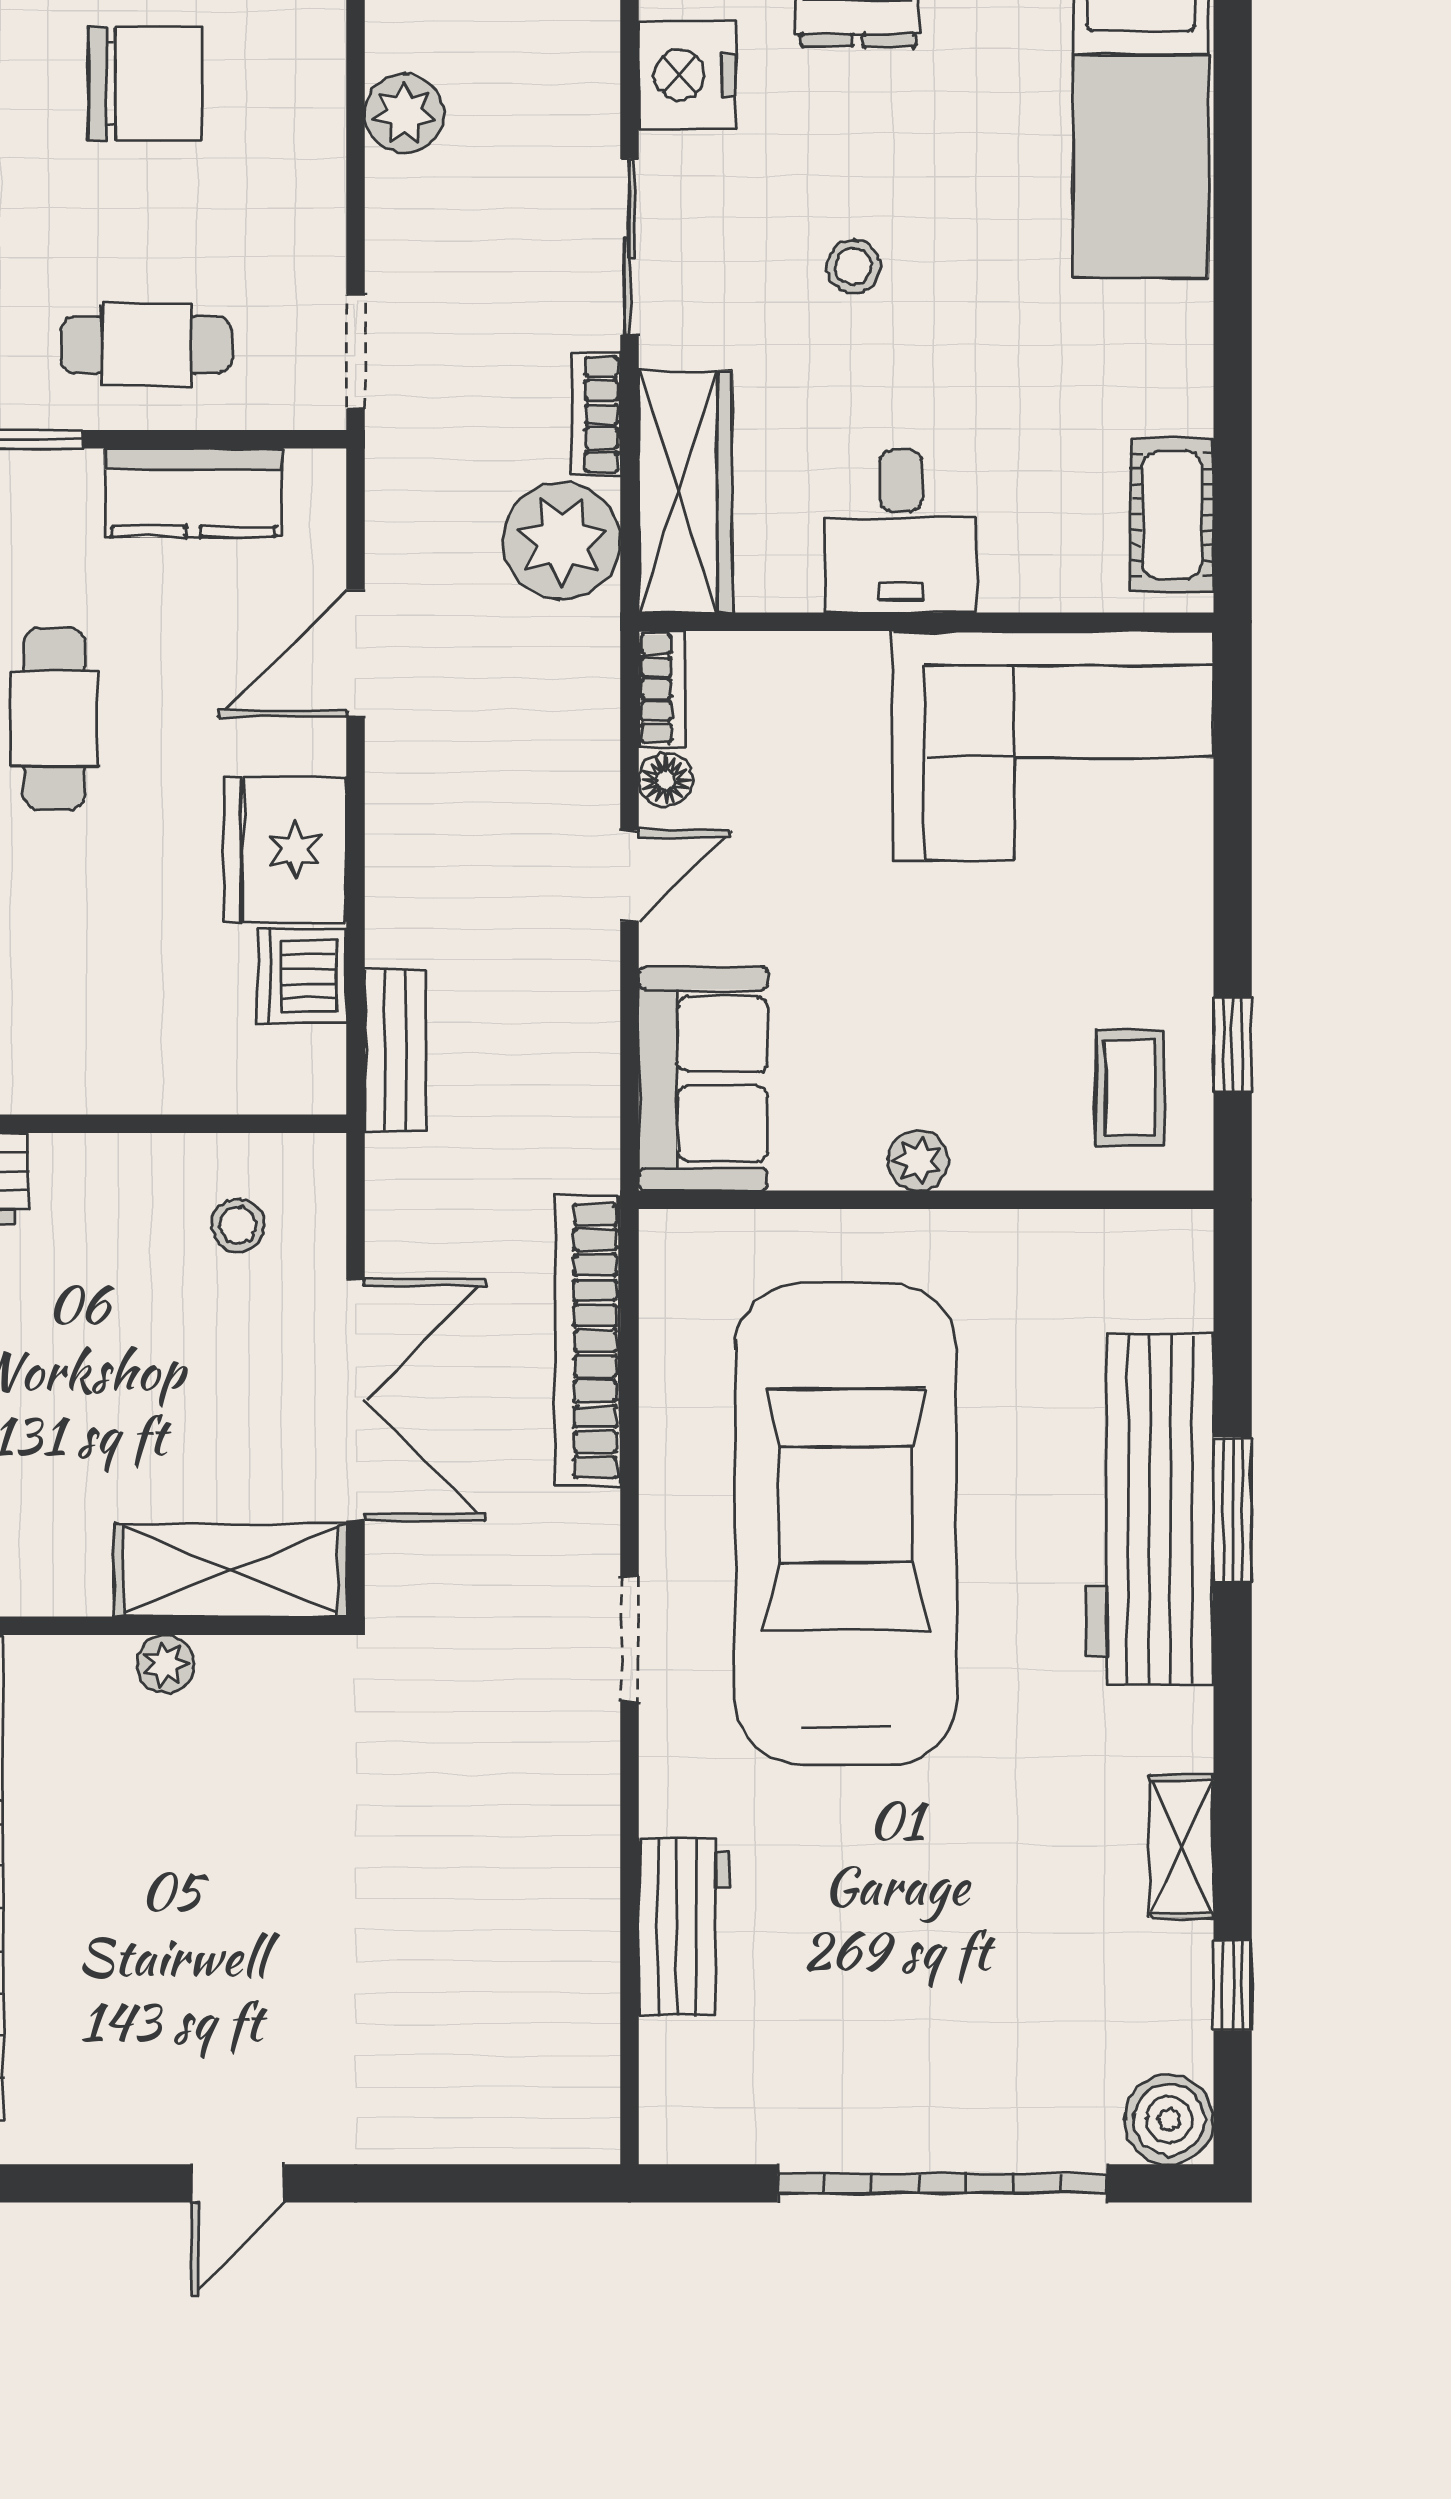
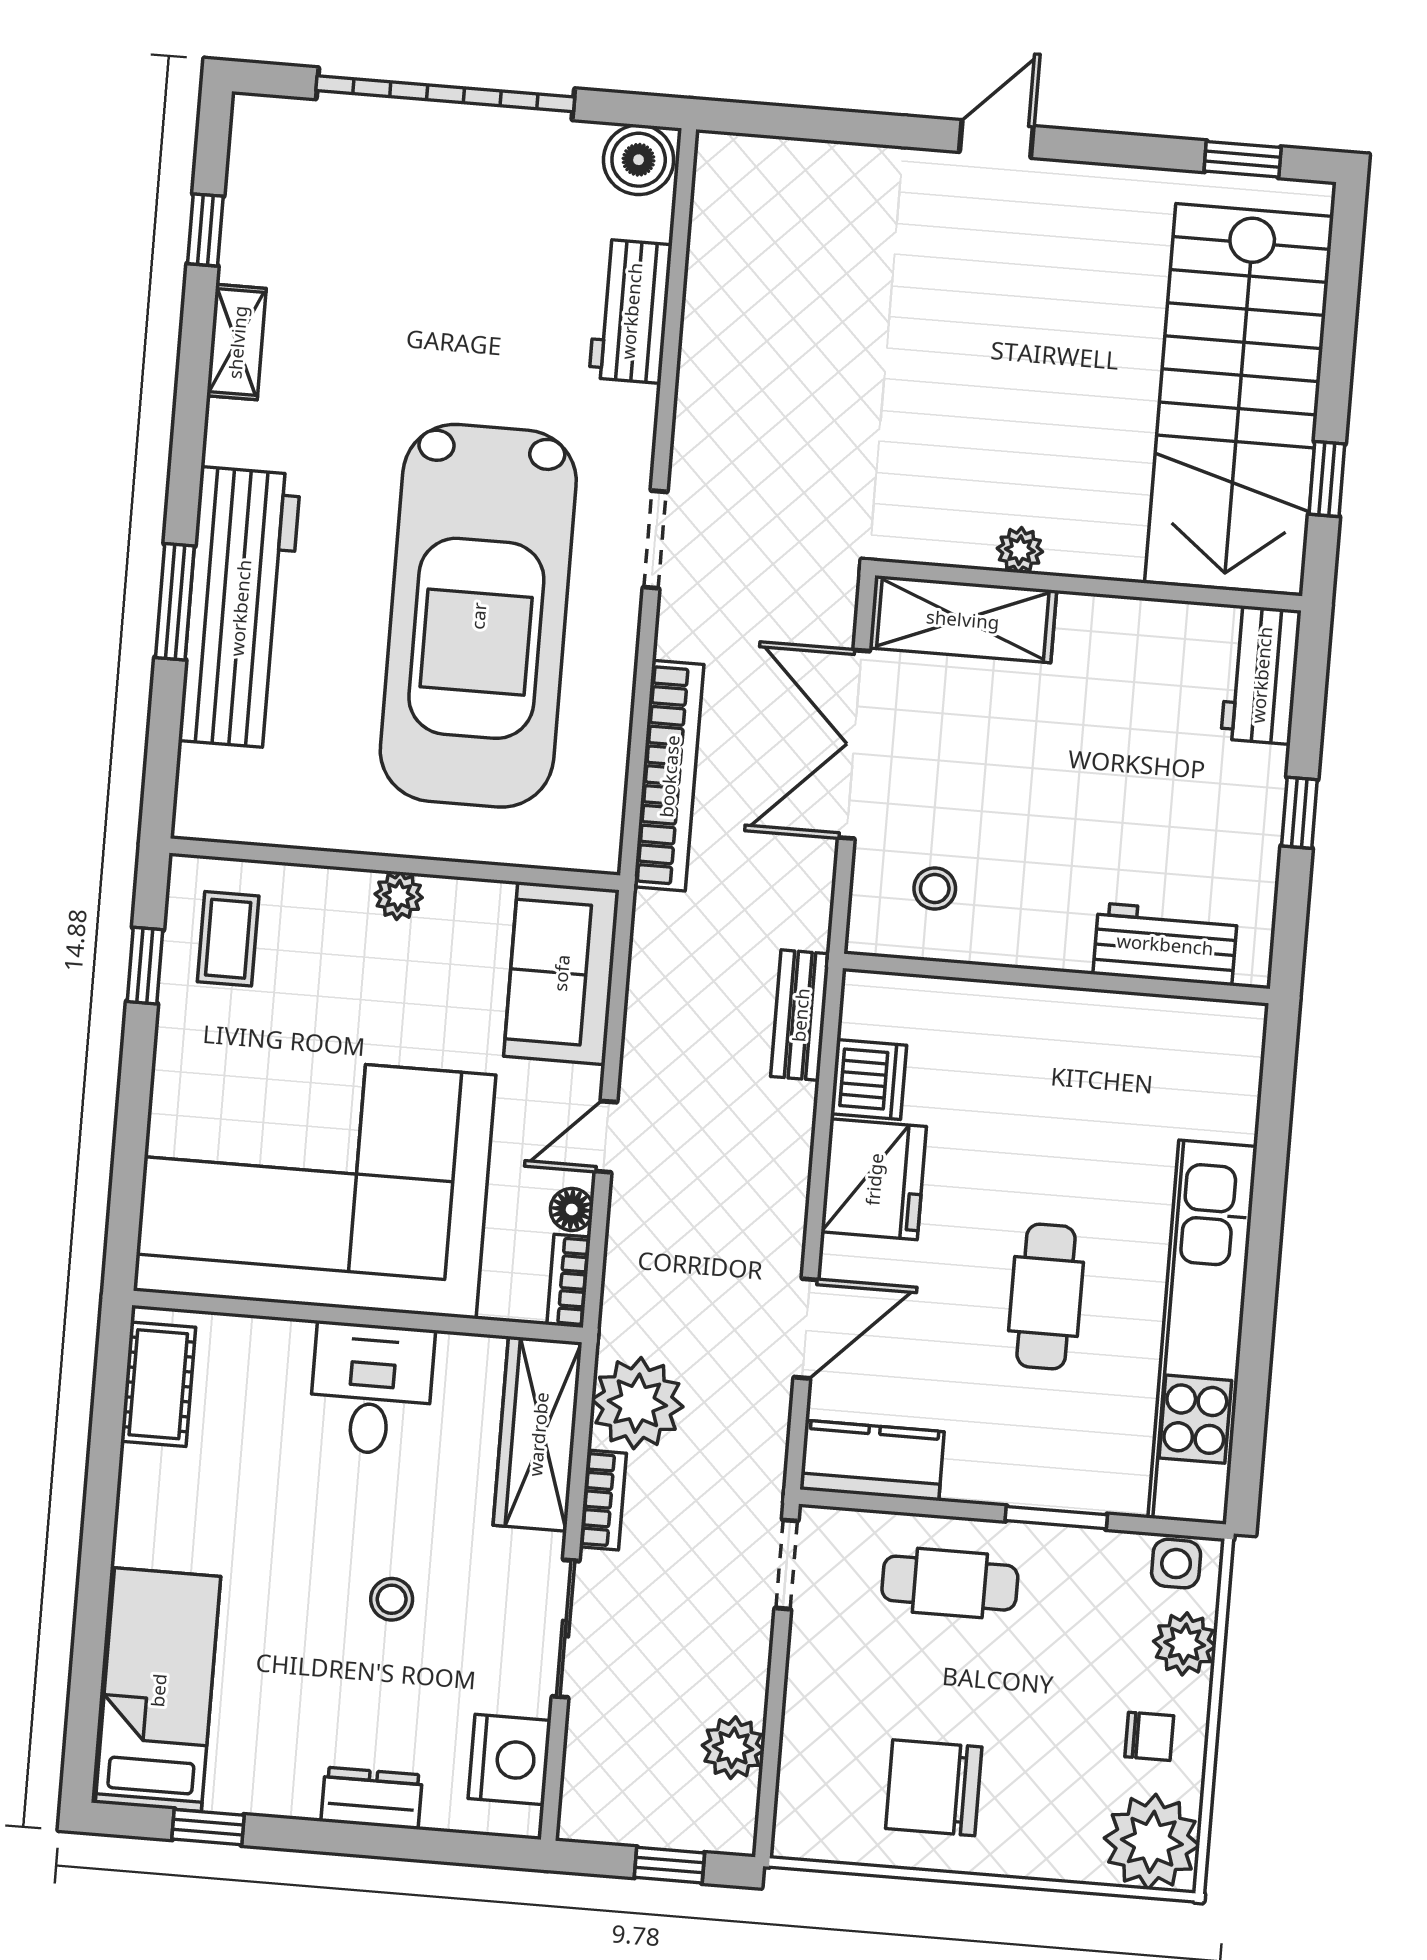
kitchen counter: (193, 493) -> (872, 1460), moved
corner sofa: (1053, 746) -> (315, 1183), width x1.36, depth x1.36
boiler: (1169, 2120) -> (639, 160), moved

